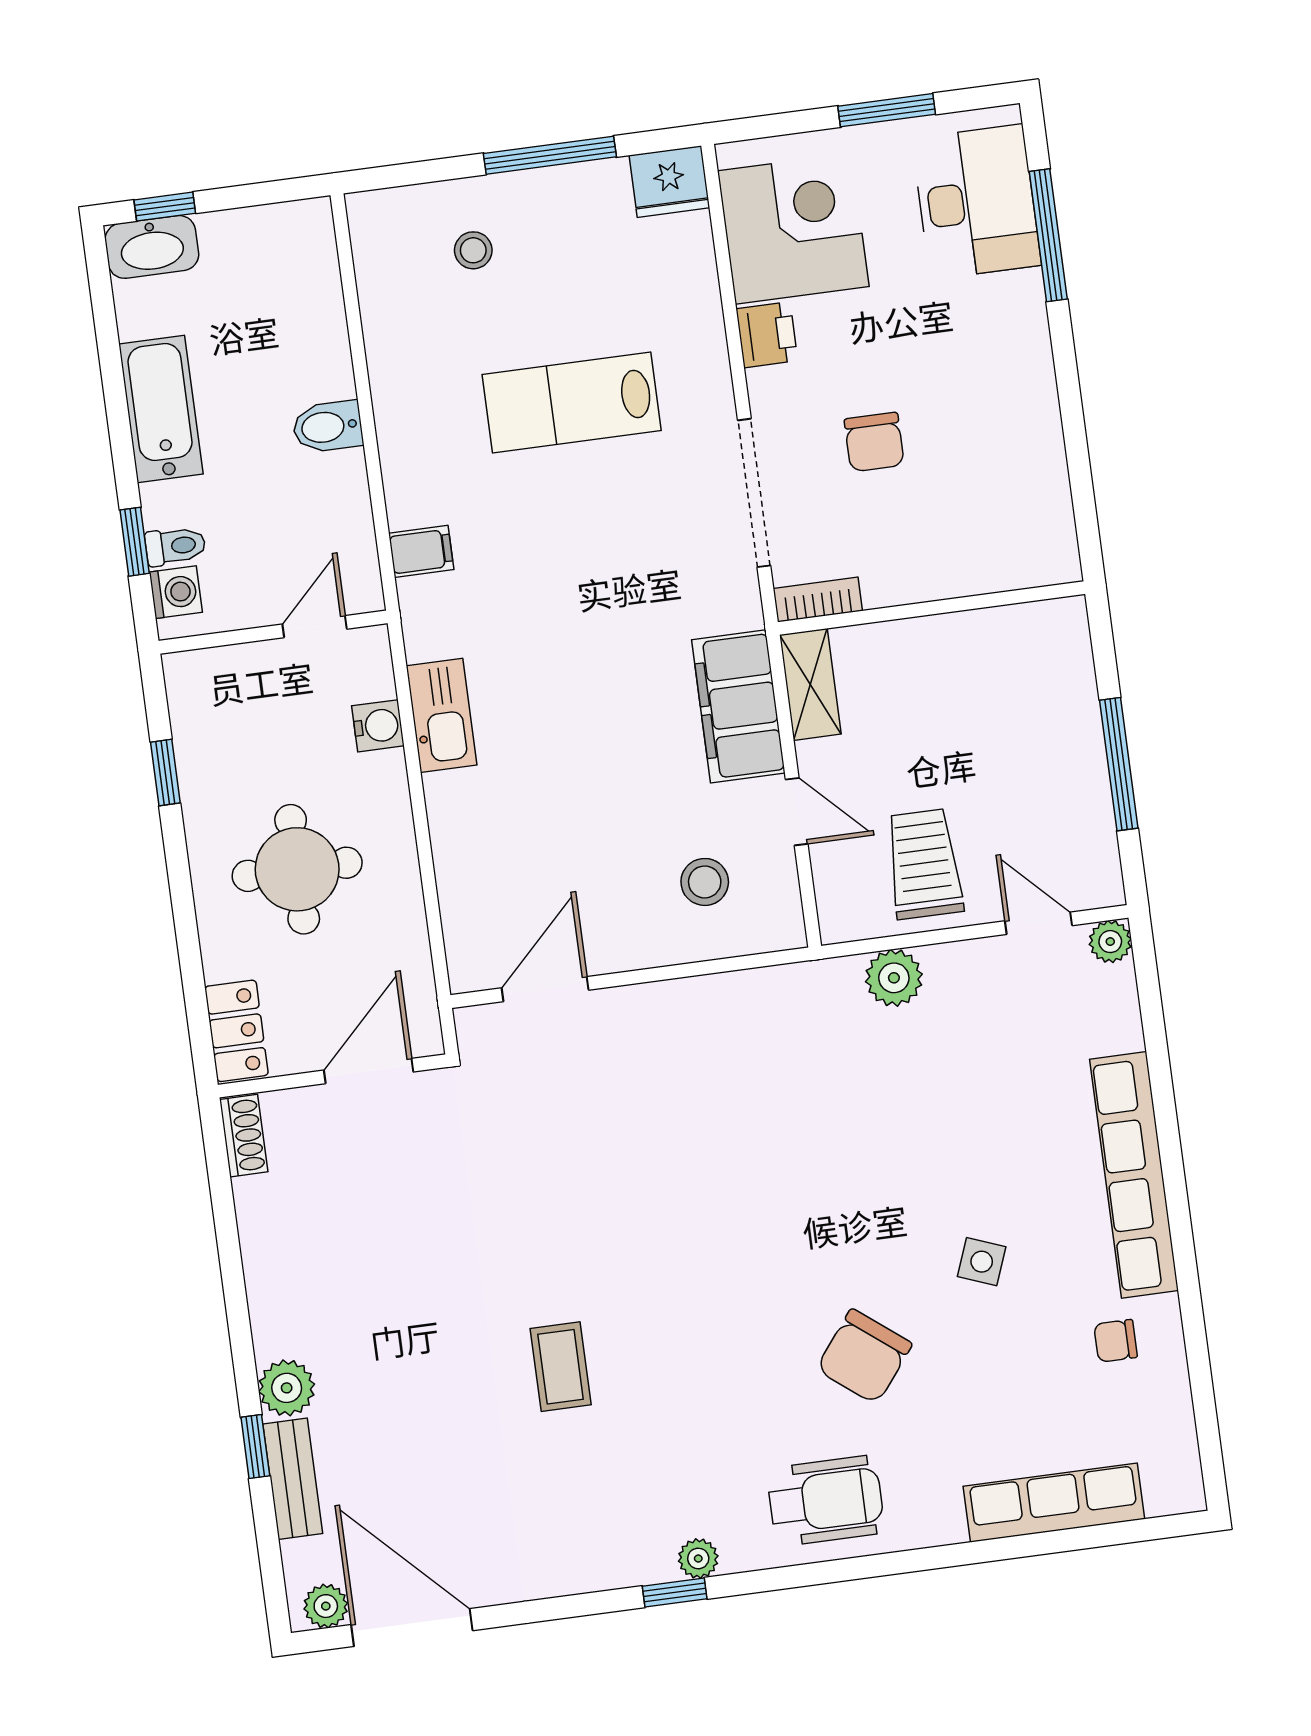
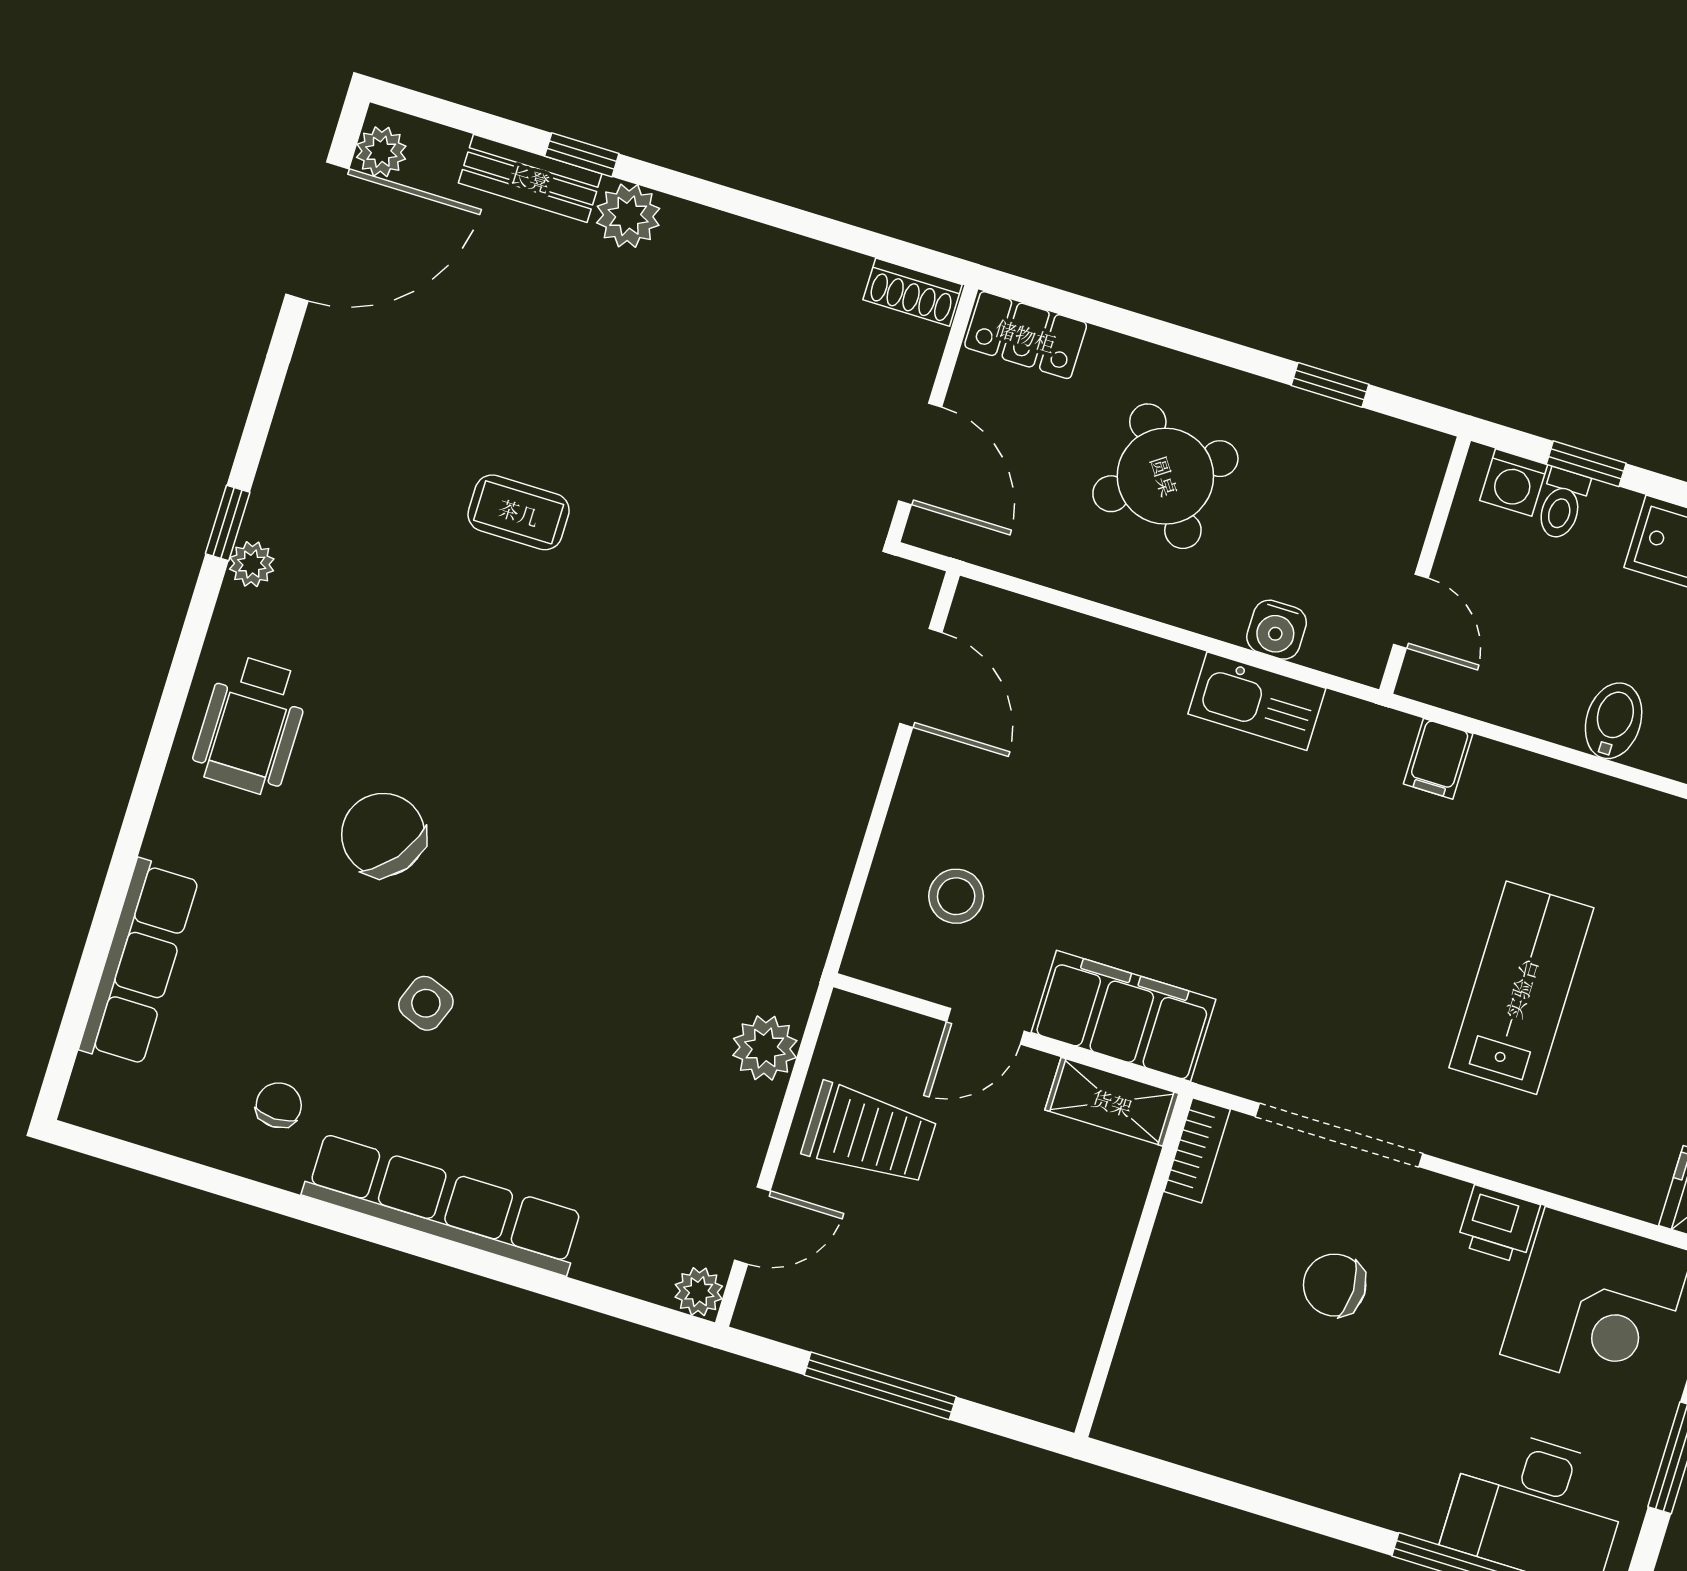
round table: (297, 869) -> (1165, 476), turned -35

